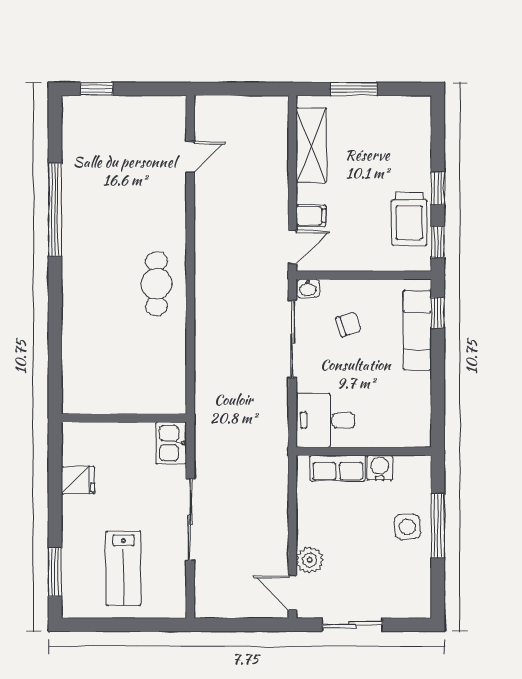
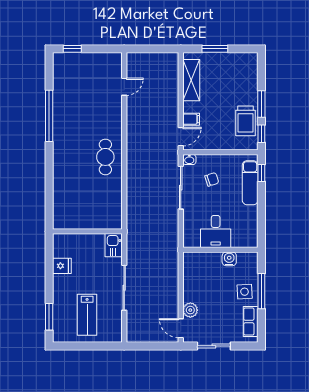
window: (438, 188) -> (261, 104), width x1.50
desk: (325, 420) -> (216, 231), moved, turned -90
row of seats: (338, 468) -> (251, 322), moved, turned 90

